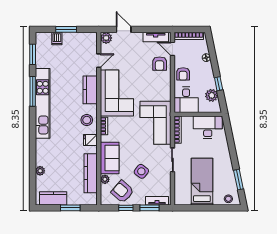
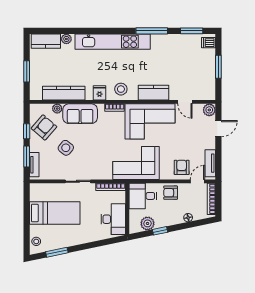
dishwasher: (57, 39) -> (209, 43), moved
armchair: (160, 64) -> (182, 167), turned 90
kitchen unit: (43, 103) -> (113, 42), moved
corner sofa: (155, 123) -> (136, 163), moved
kitchen counter: (53, 198) -> (46, 41), moved, turned 90

